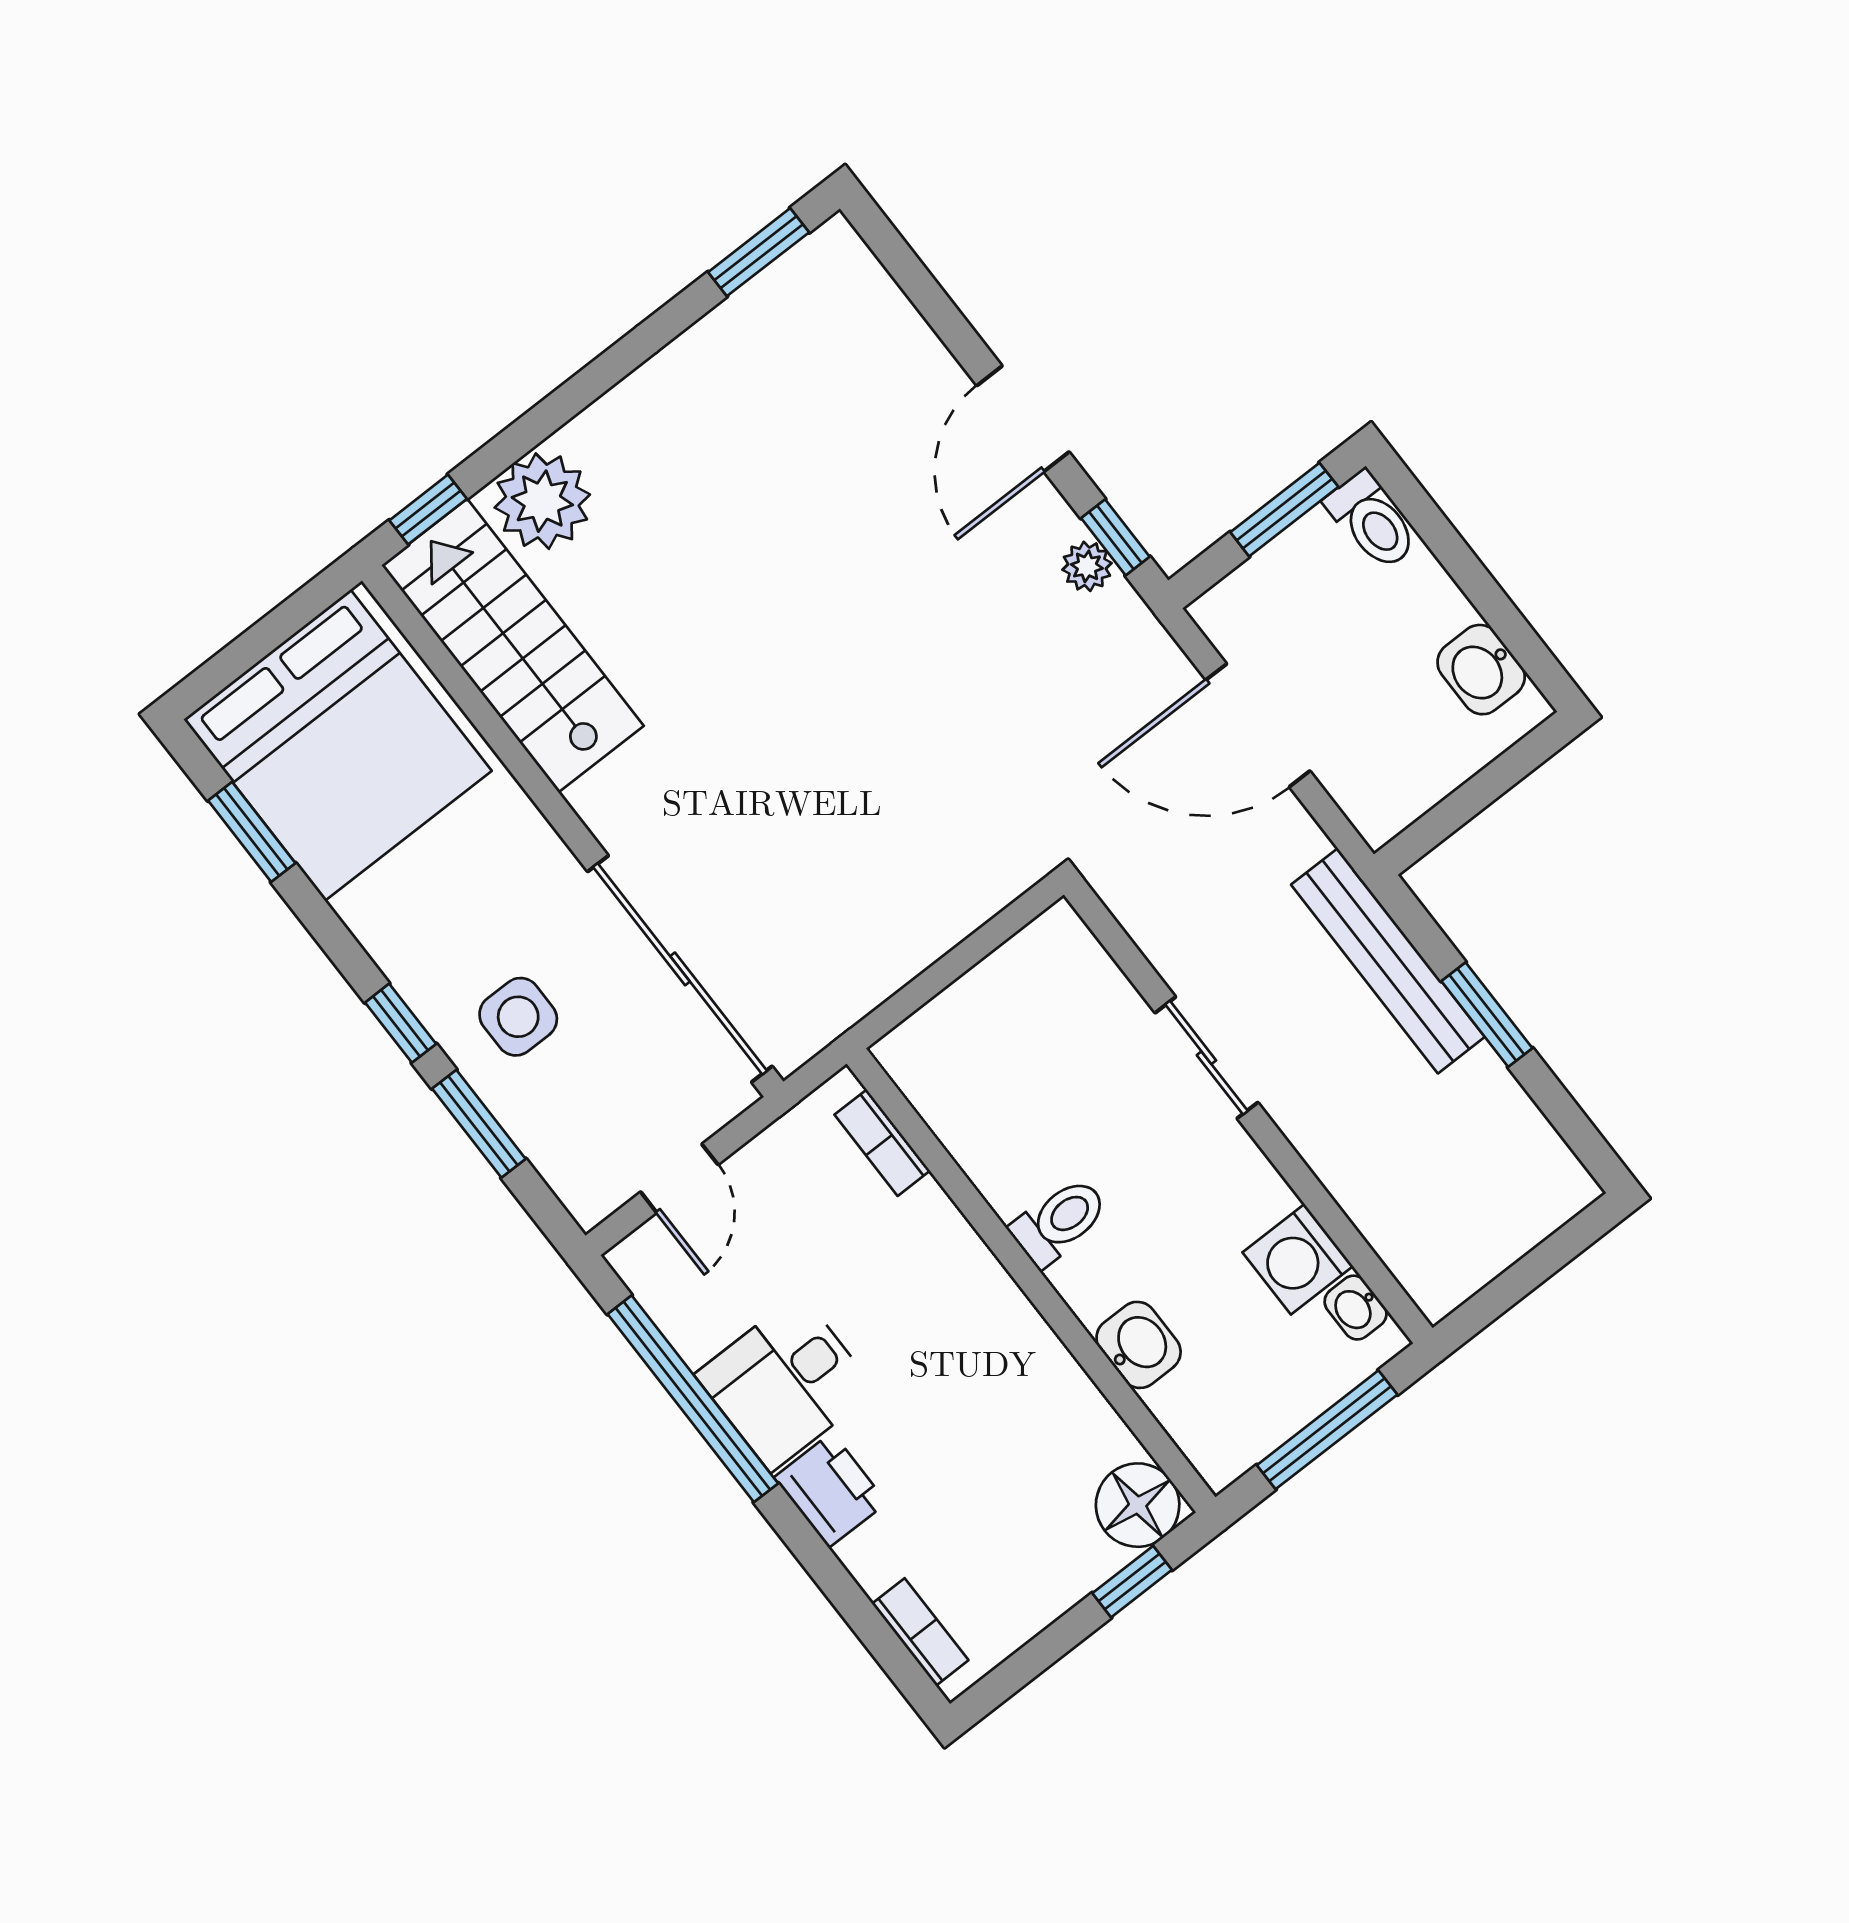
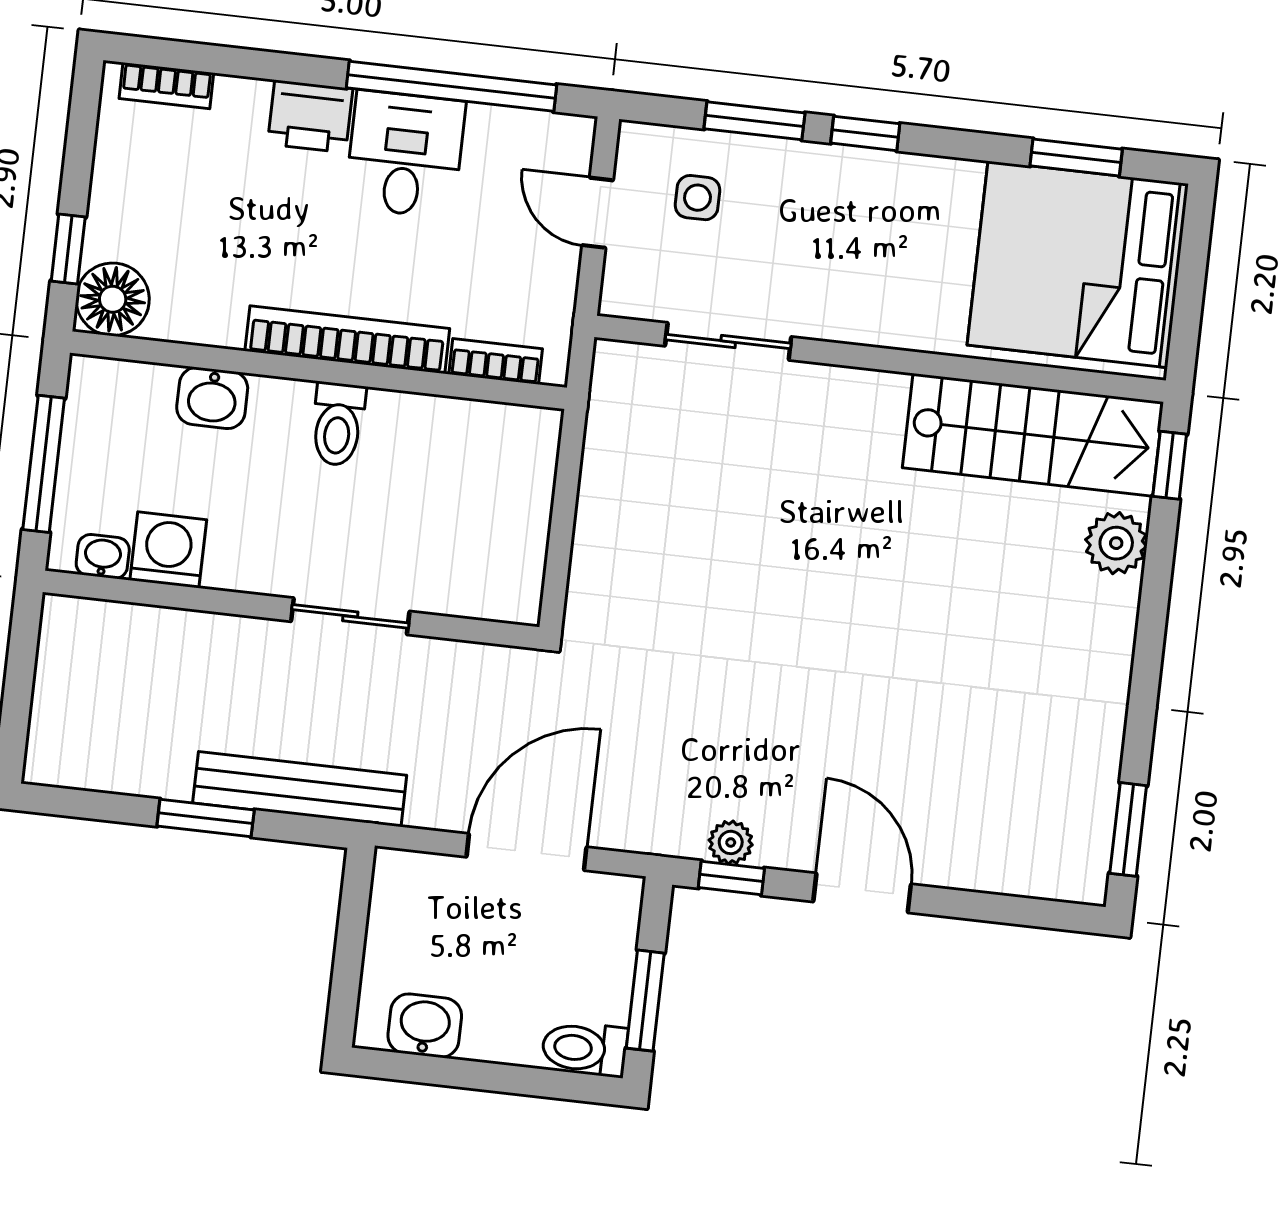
plant: (542, 501) -> (1116, 543), width x0.73, depth x0.73
sliding door: (680, 969) -> (728, 341), width x0.54
side table: (518, 1017) -> (697, 198), moved, width x0.73, depth x0.73
bookcase: (983, 1281) -> (347, 340), added

